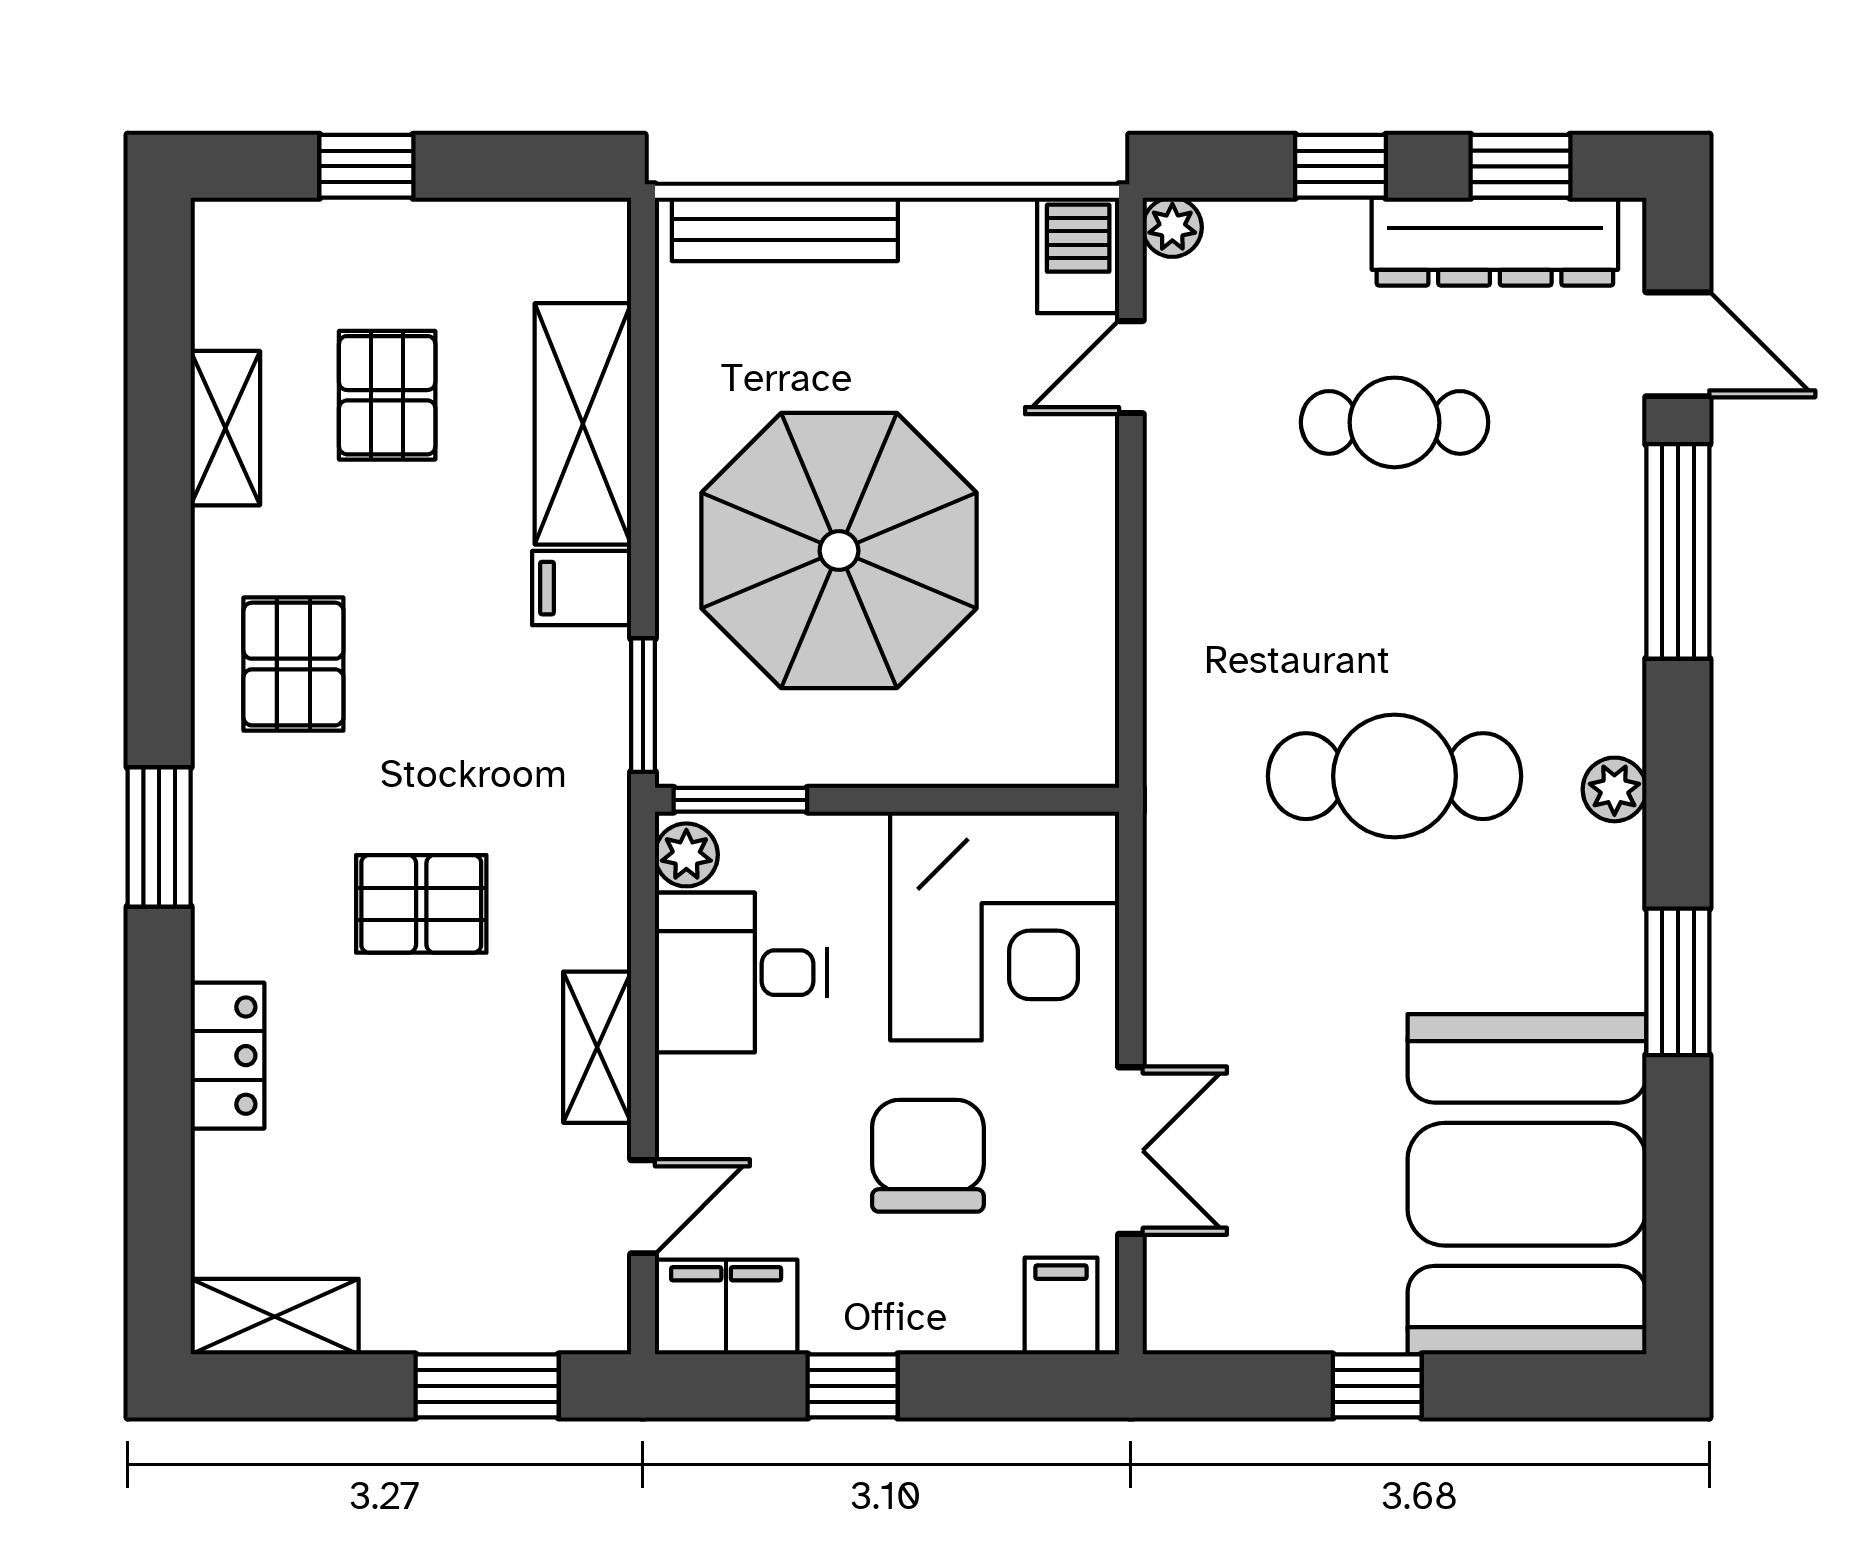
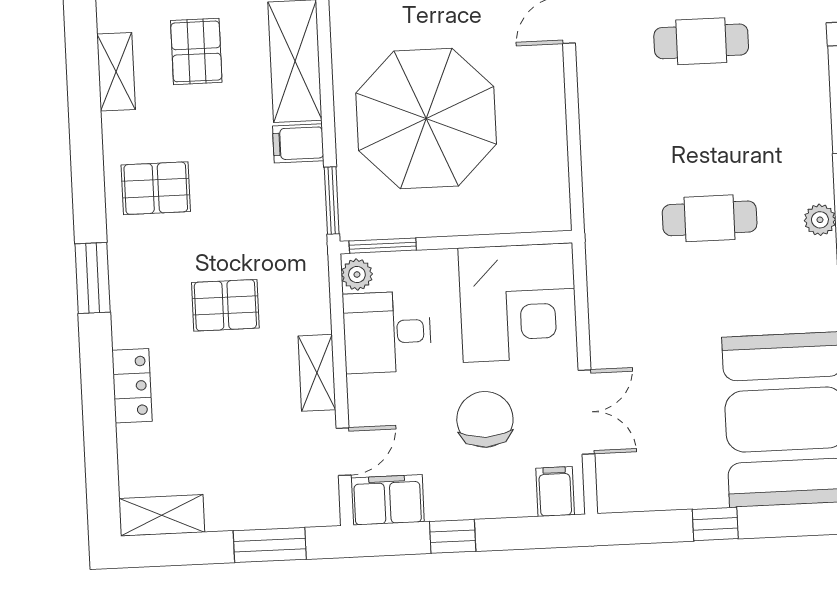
pallet: (293, 664) -> (156, 188), turned 90
cafe table: (1395, 776) -> (710, 218), width x0.73, depth x0.74

